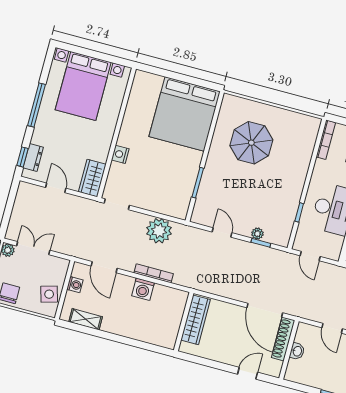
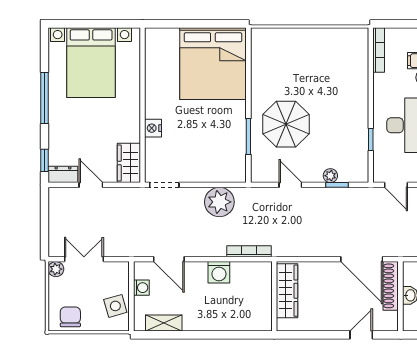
parasol: (251, 143) -> (286, 124), moved
dresser: (33, 157) -> (63, 174), moved, turned -90
bookcase: (154, 273) -> (249, 251), moved

